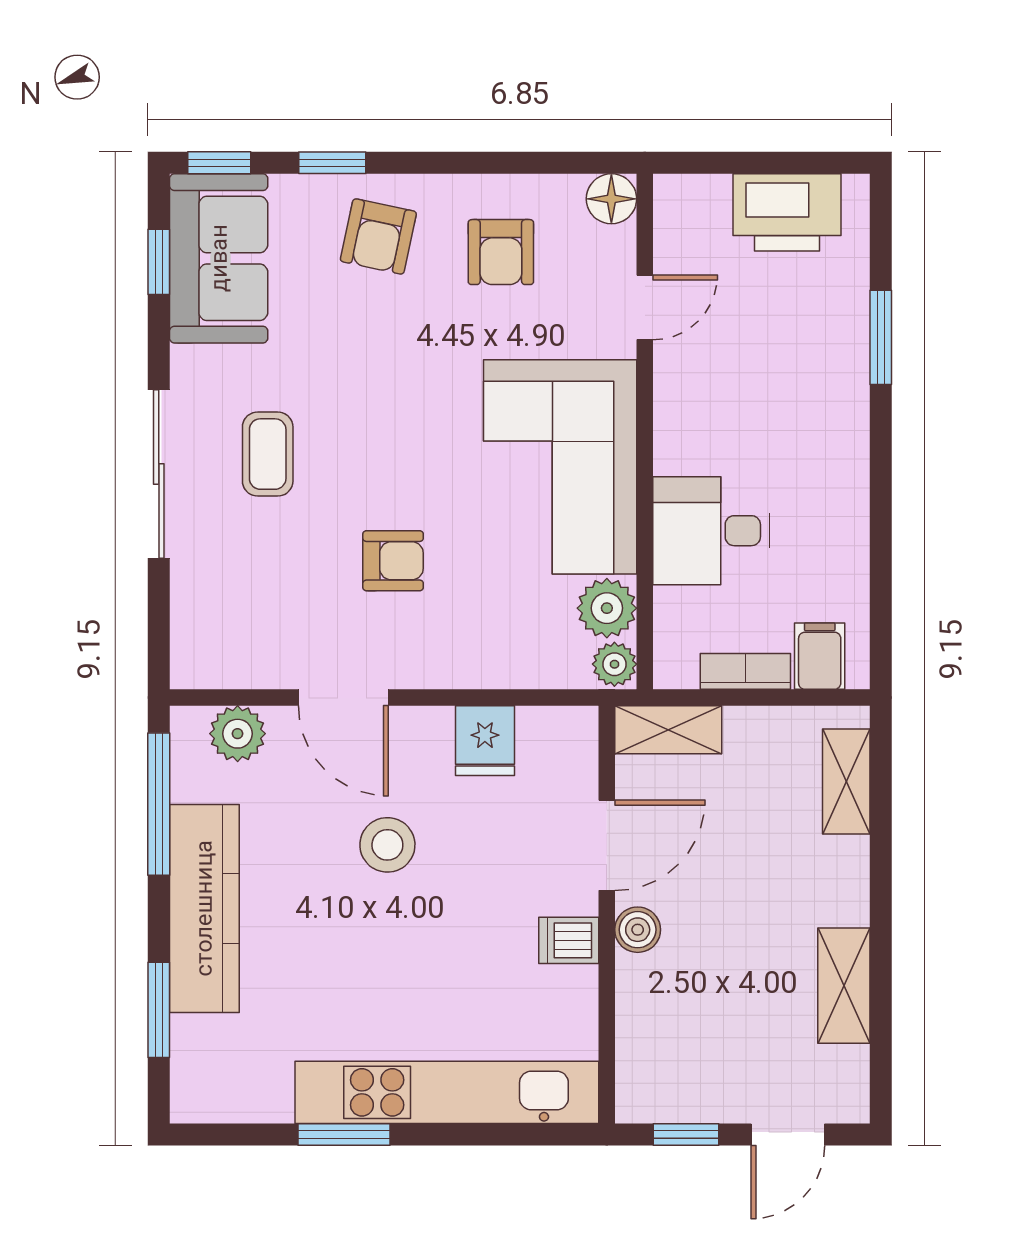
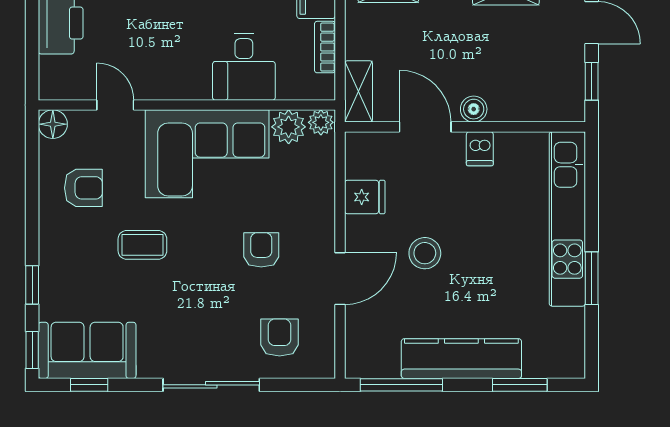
armchair: (378, 236) -> (280, 338), moved, turned -102
coffee table: (268, 454) -> (142, 245), moved
plant: (238, 734) -> (361, 339), removed

